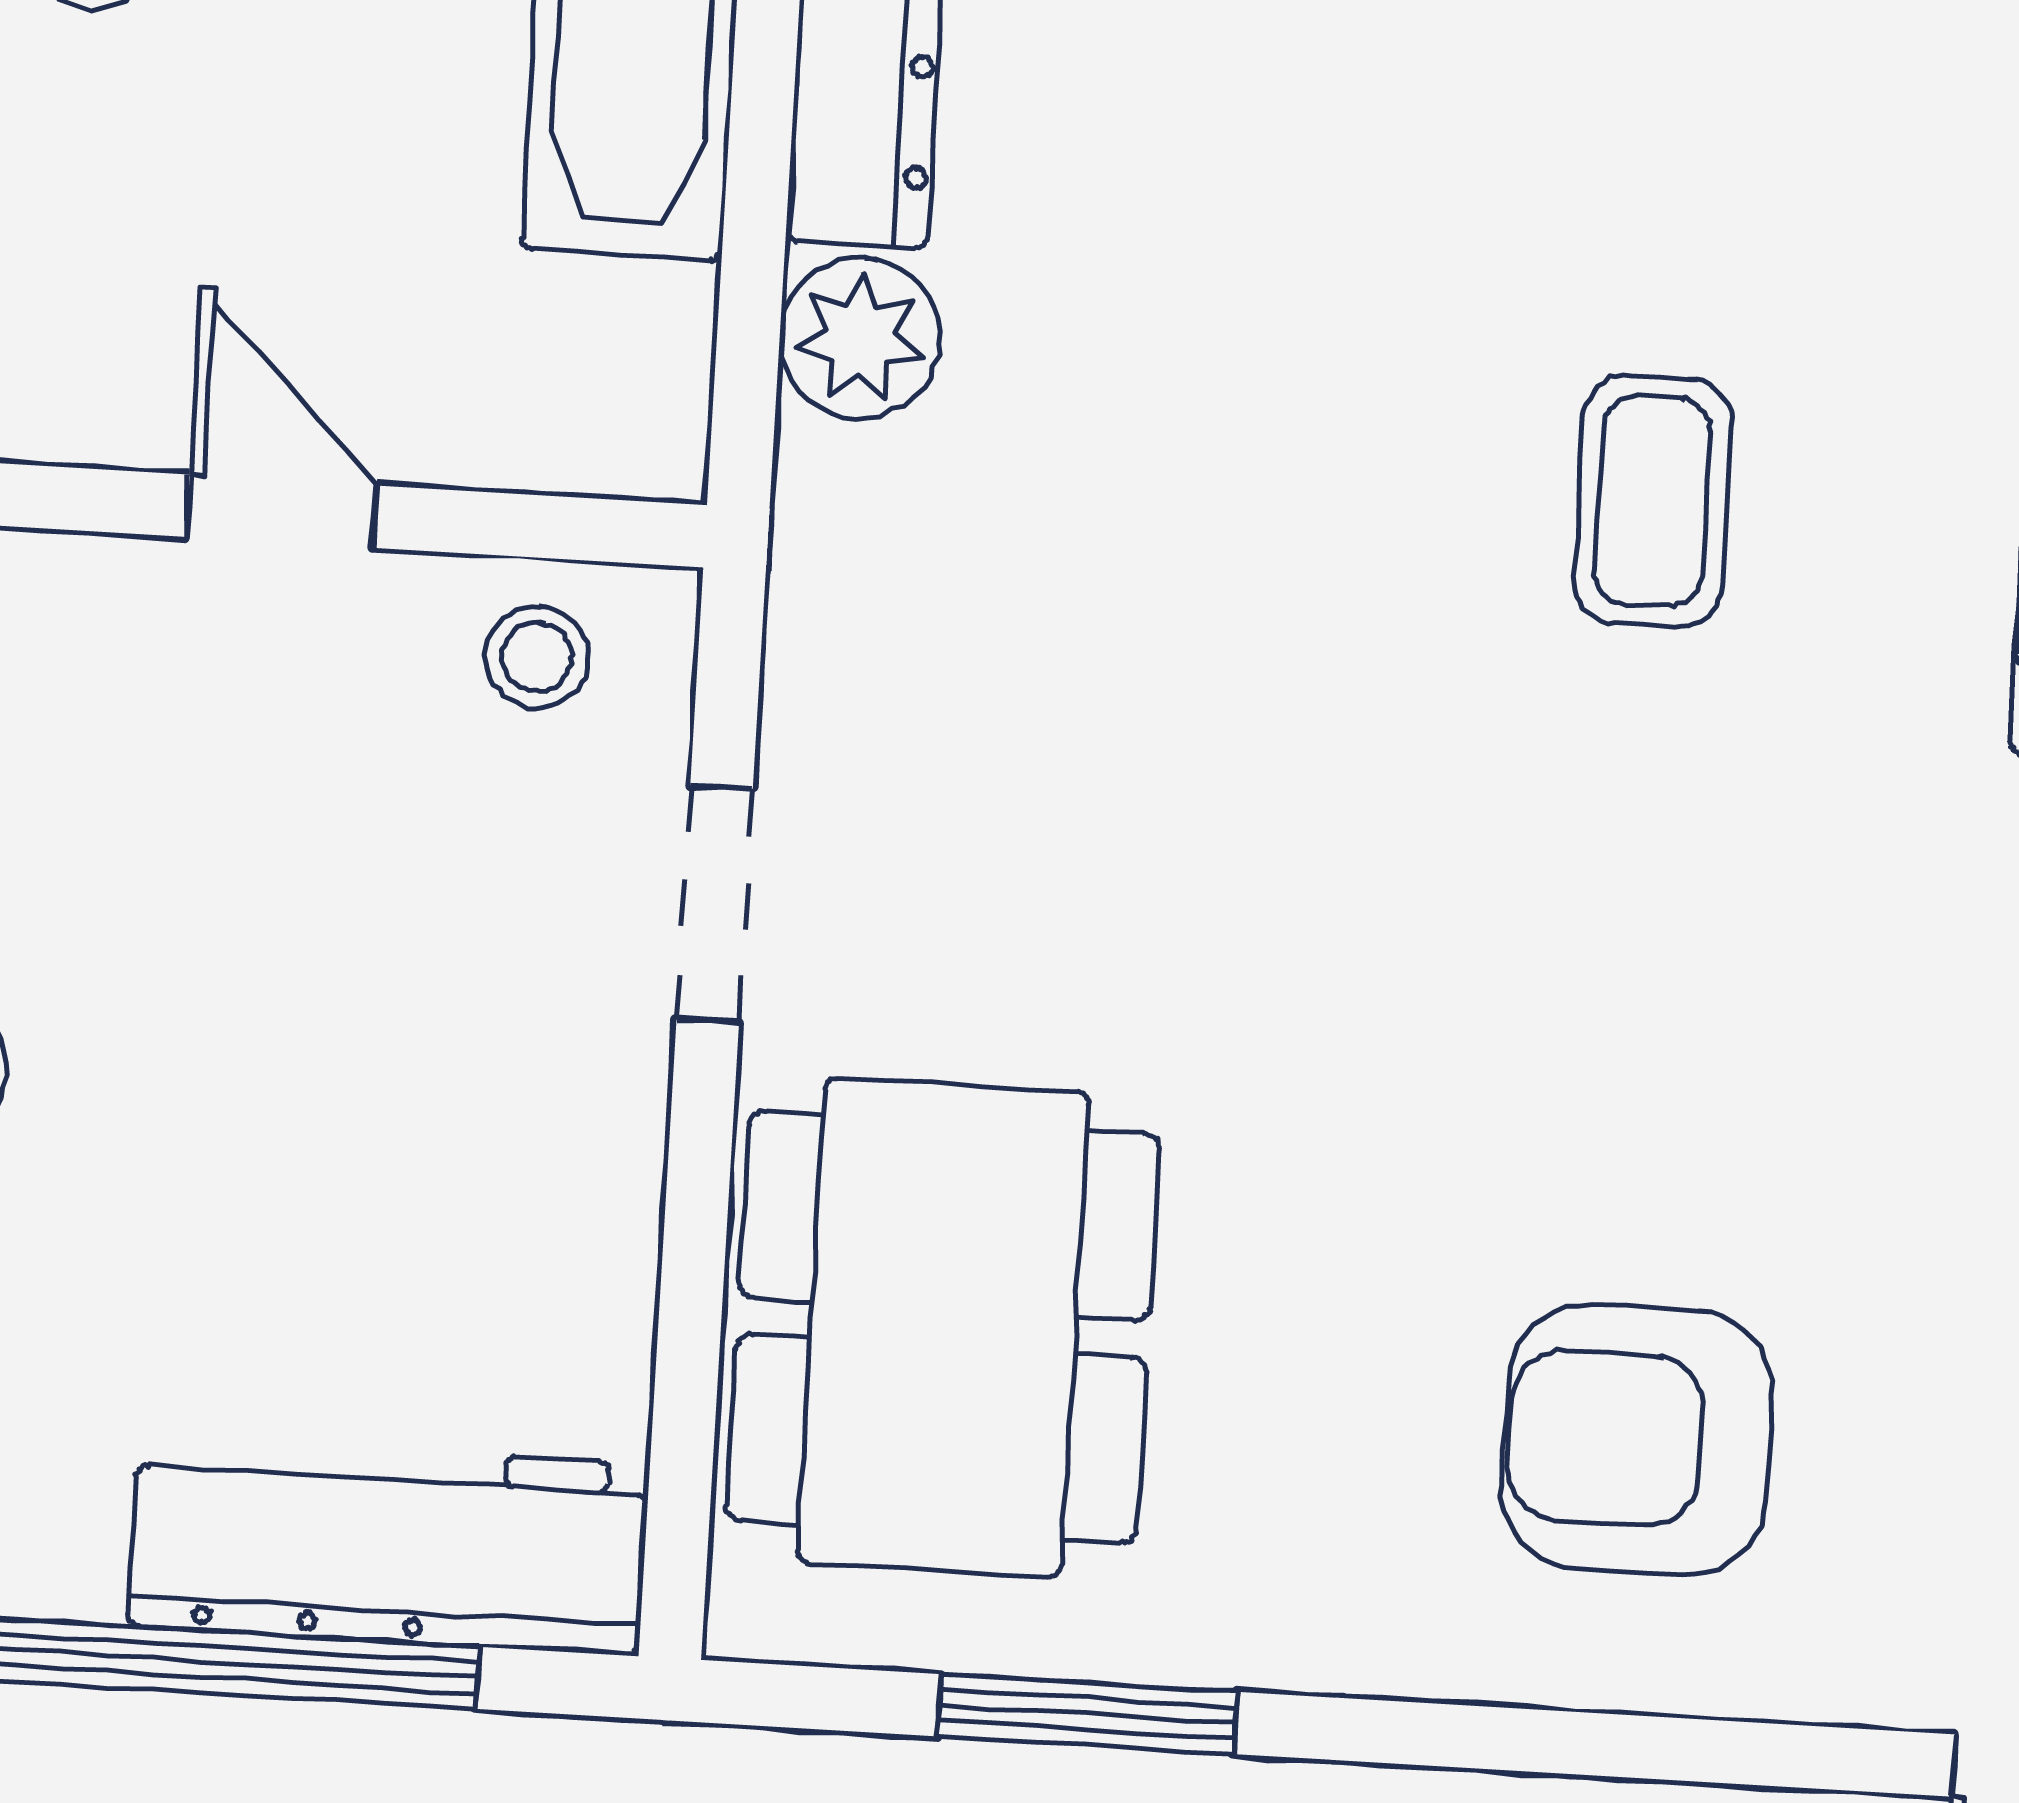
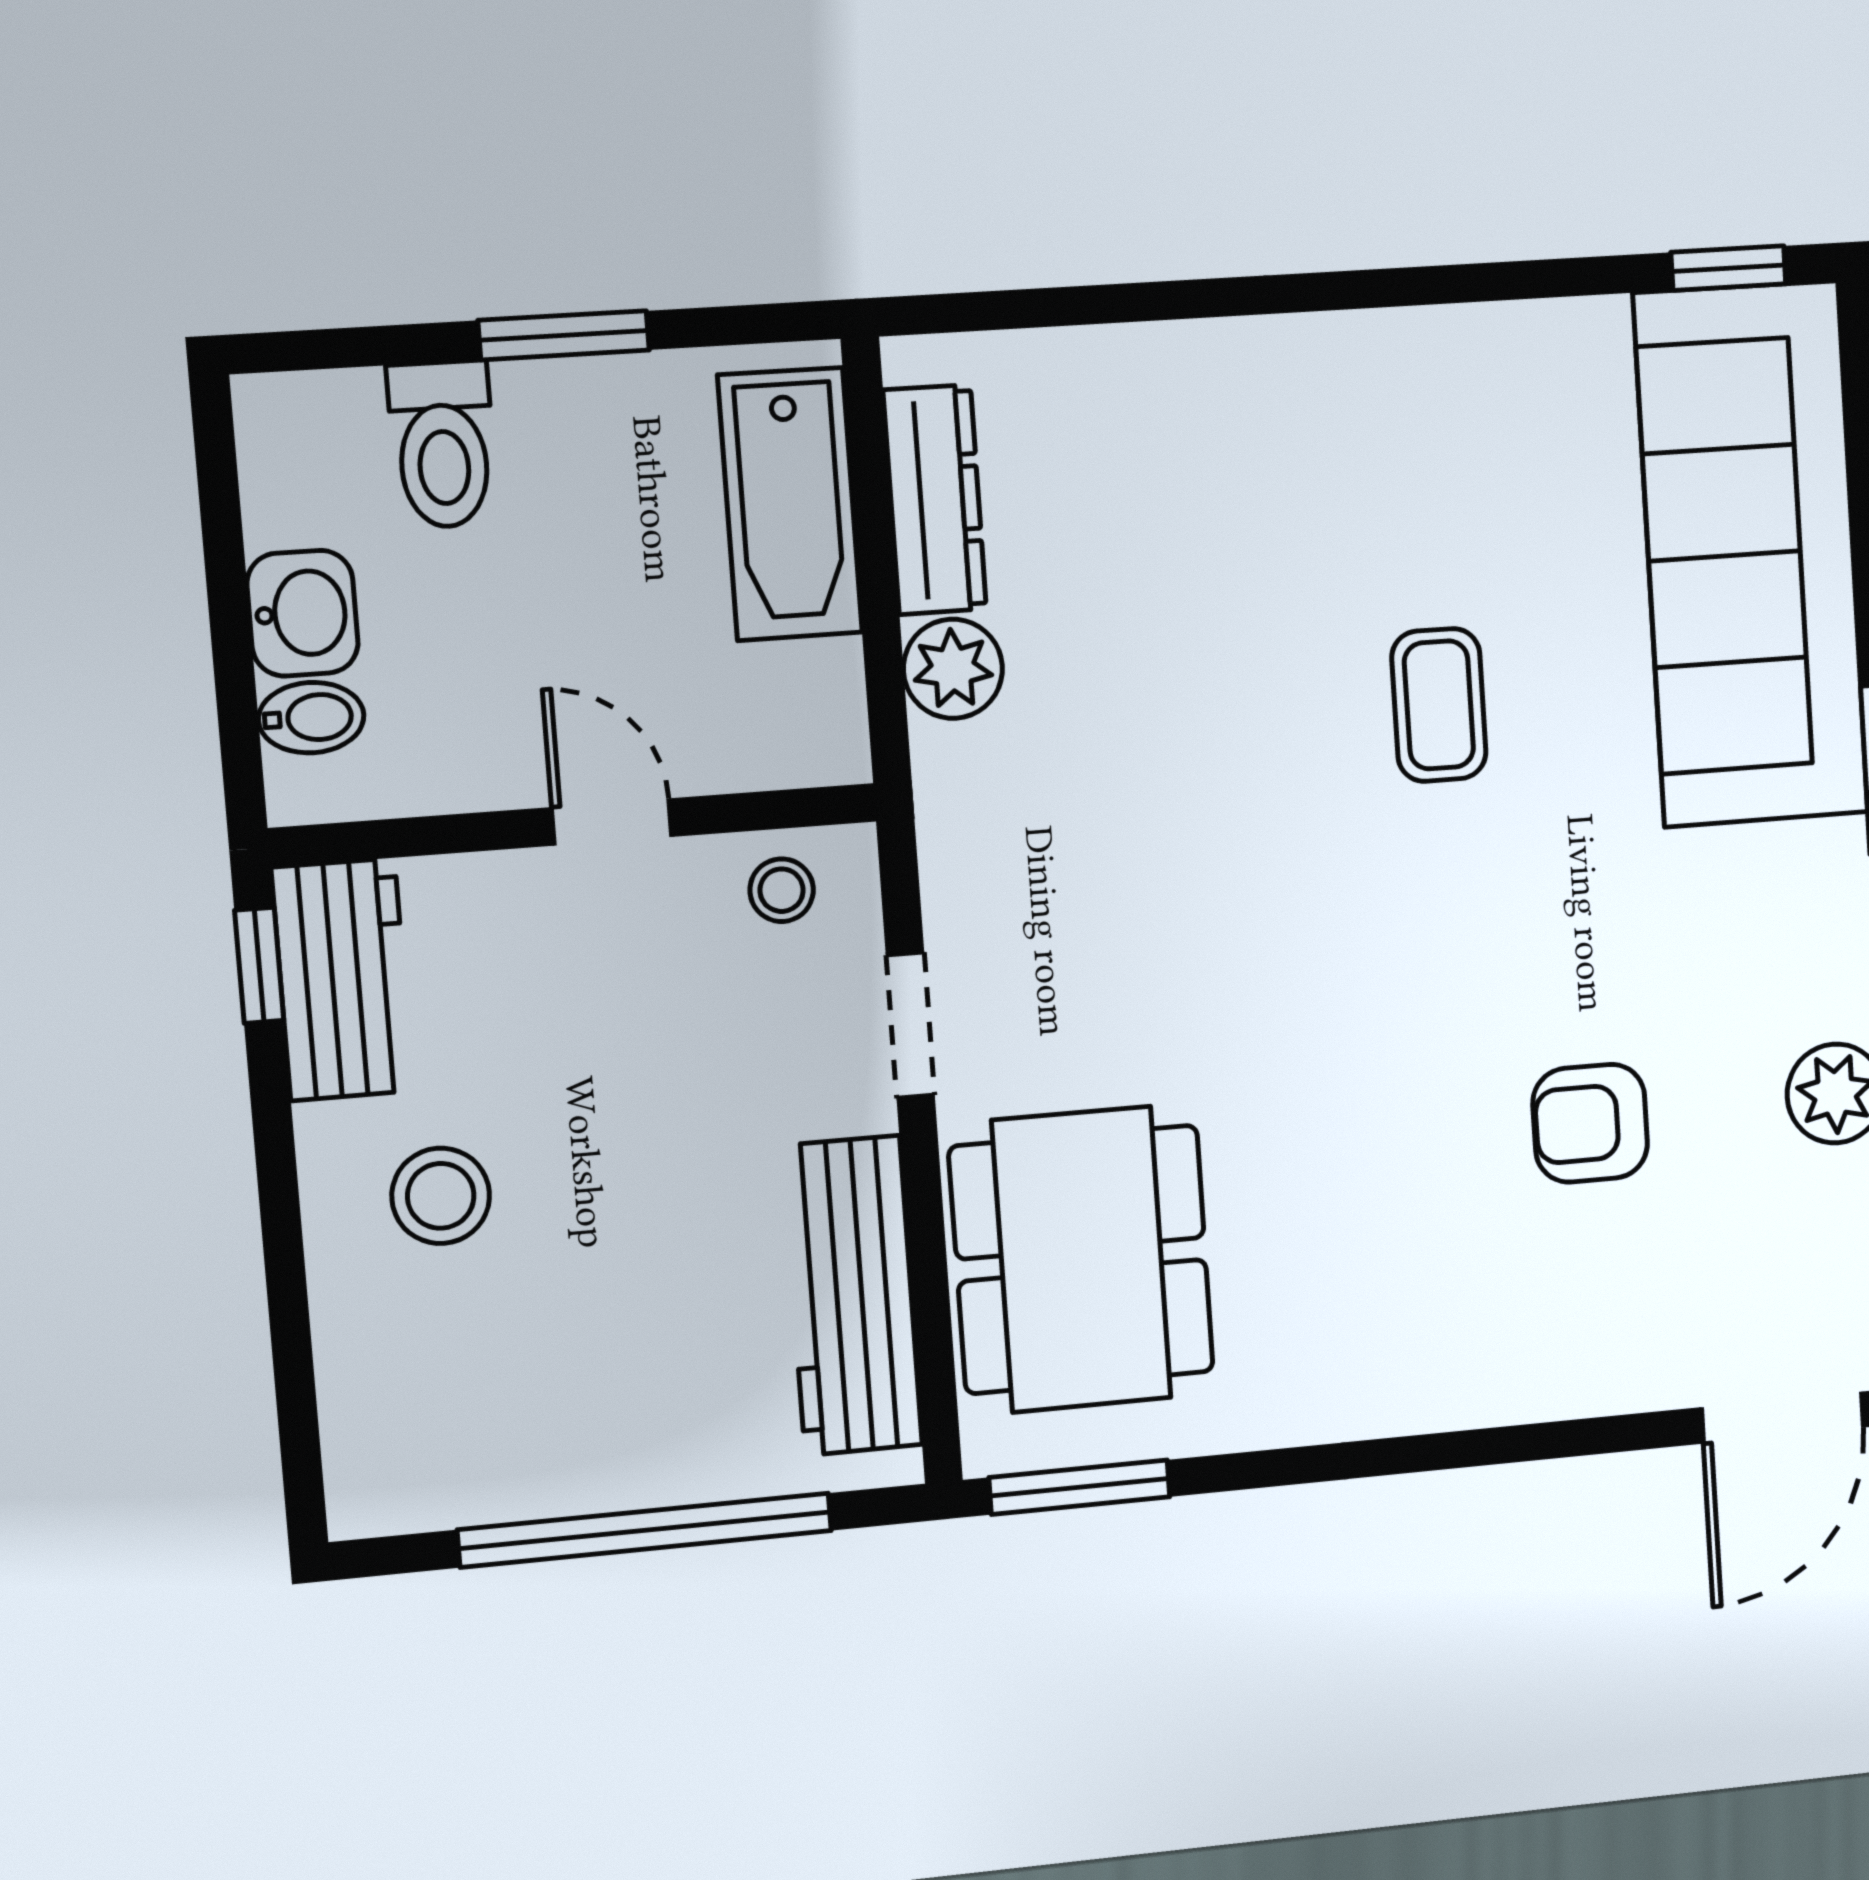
armchair: (1637, 1440) -> (1590, 1123), moved, width x0.72, depth x0.72
workbench: (389, 1545) -> (852, 1296), moved, turned -90
window: (1087, 1714) -> (1080, 1487), moved

